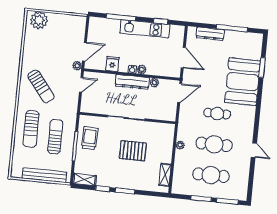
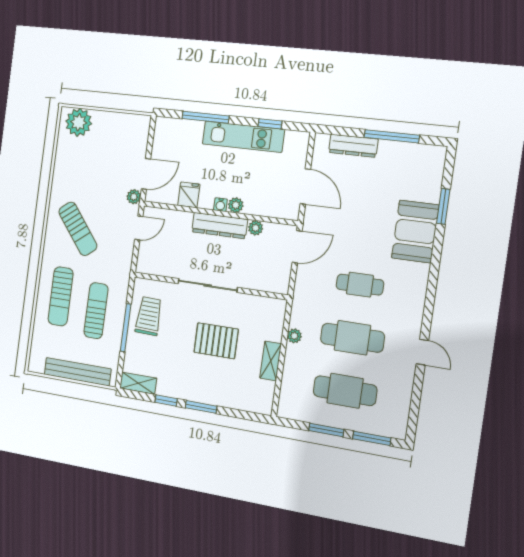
booth: (243, 82) -> (415, 232), width x0.73, depth x0.70
shelving: (165, 175) -> (271, 361), moved

